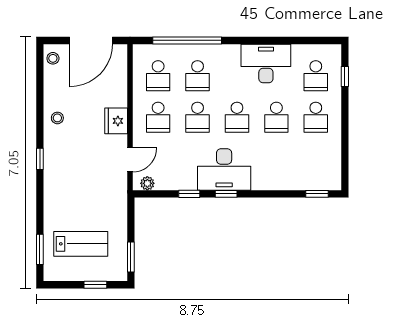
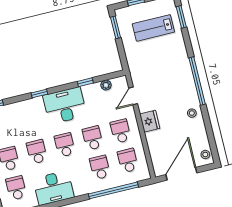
window: (40, 159) -> (197, 81), width x3.17
plant: (147, 183) -> (106, 85), moved
window: (226, 194) -> (39, 93), moved

